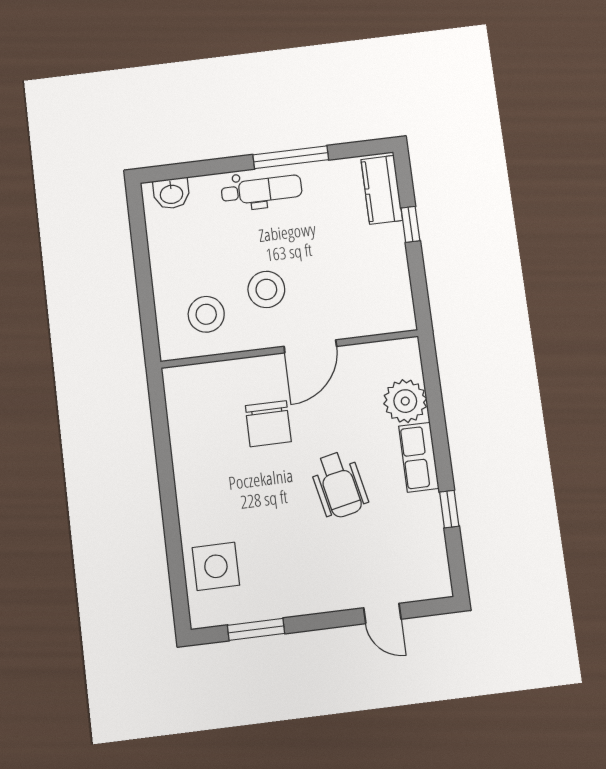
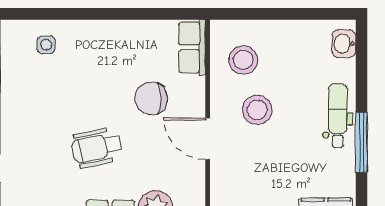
dental chair: (262, 190) -> (338, 116), turned 180
row of seats: (198, 380) -> (192, 47), added
side table: (216, 566) -> (46, 45), width x0.54, depth x0.54

